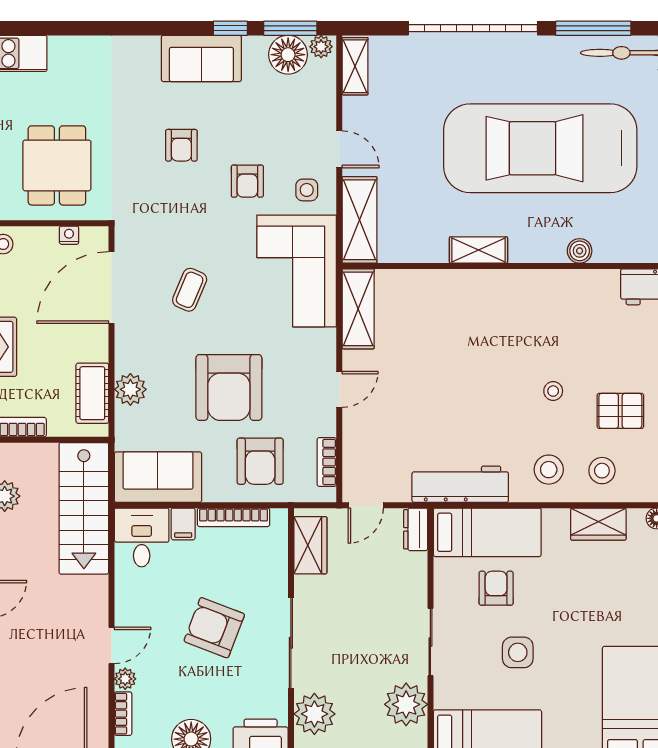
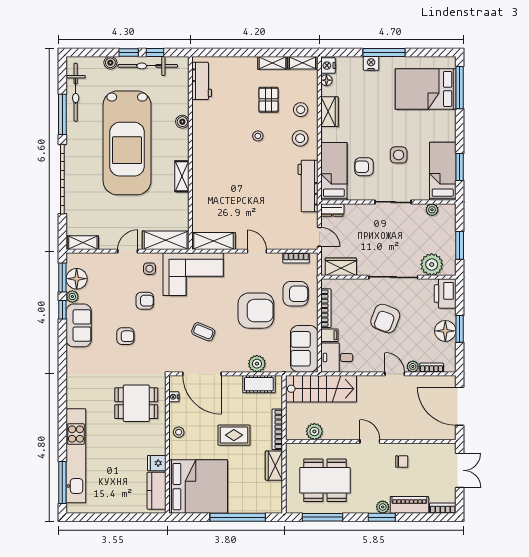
plant: (321, 47) -> (72, 297), moved
plant: (406, 704) -> (432, 210), width x0.53, depth x0.53

